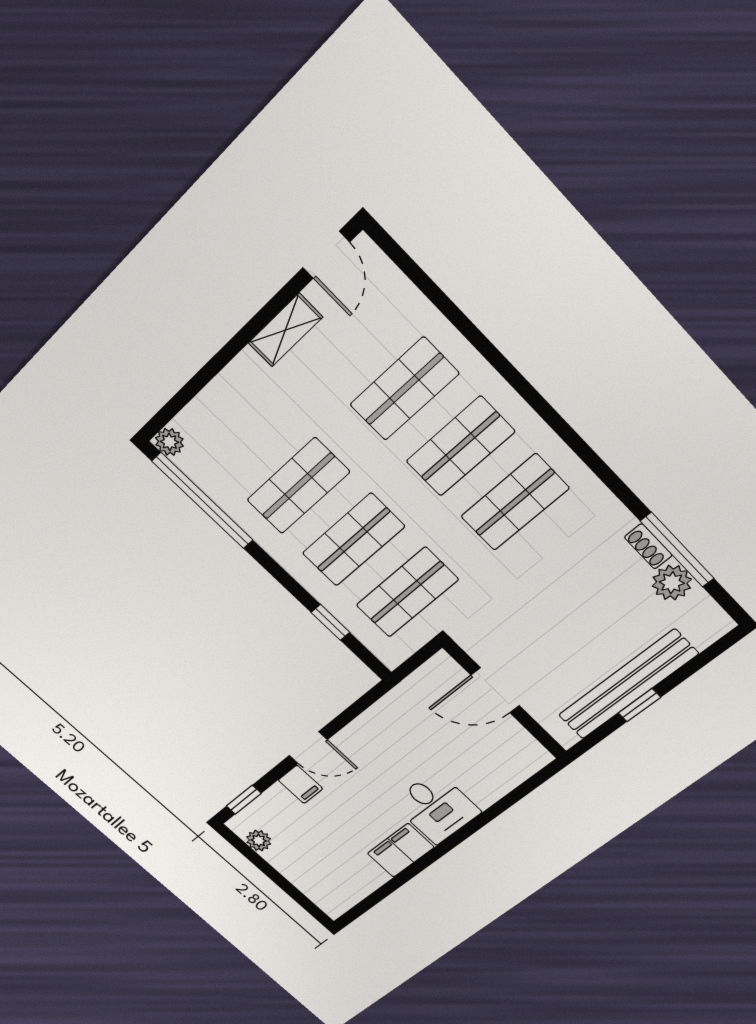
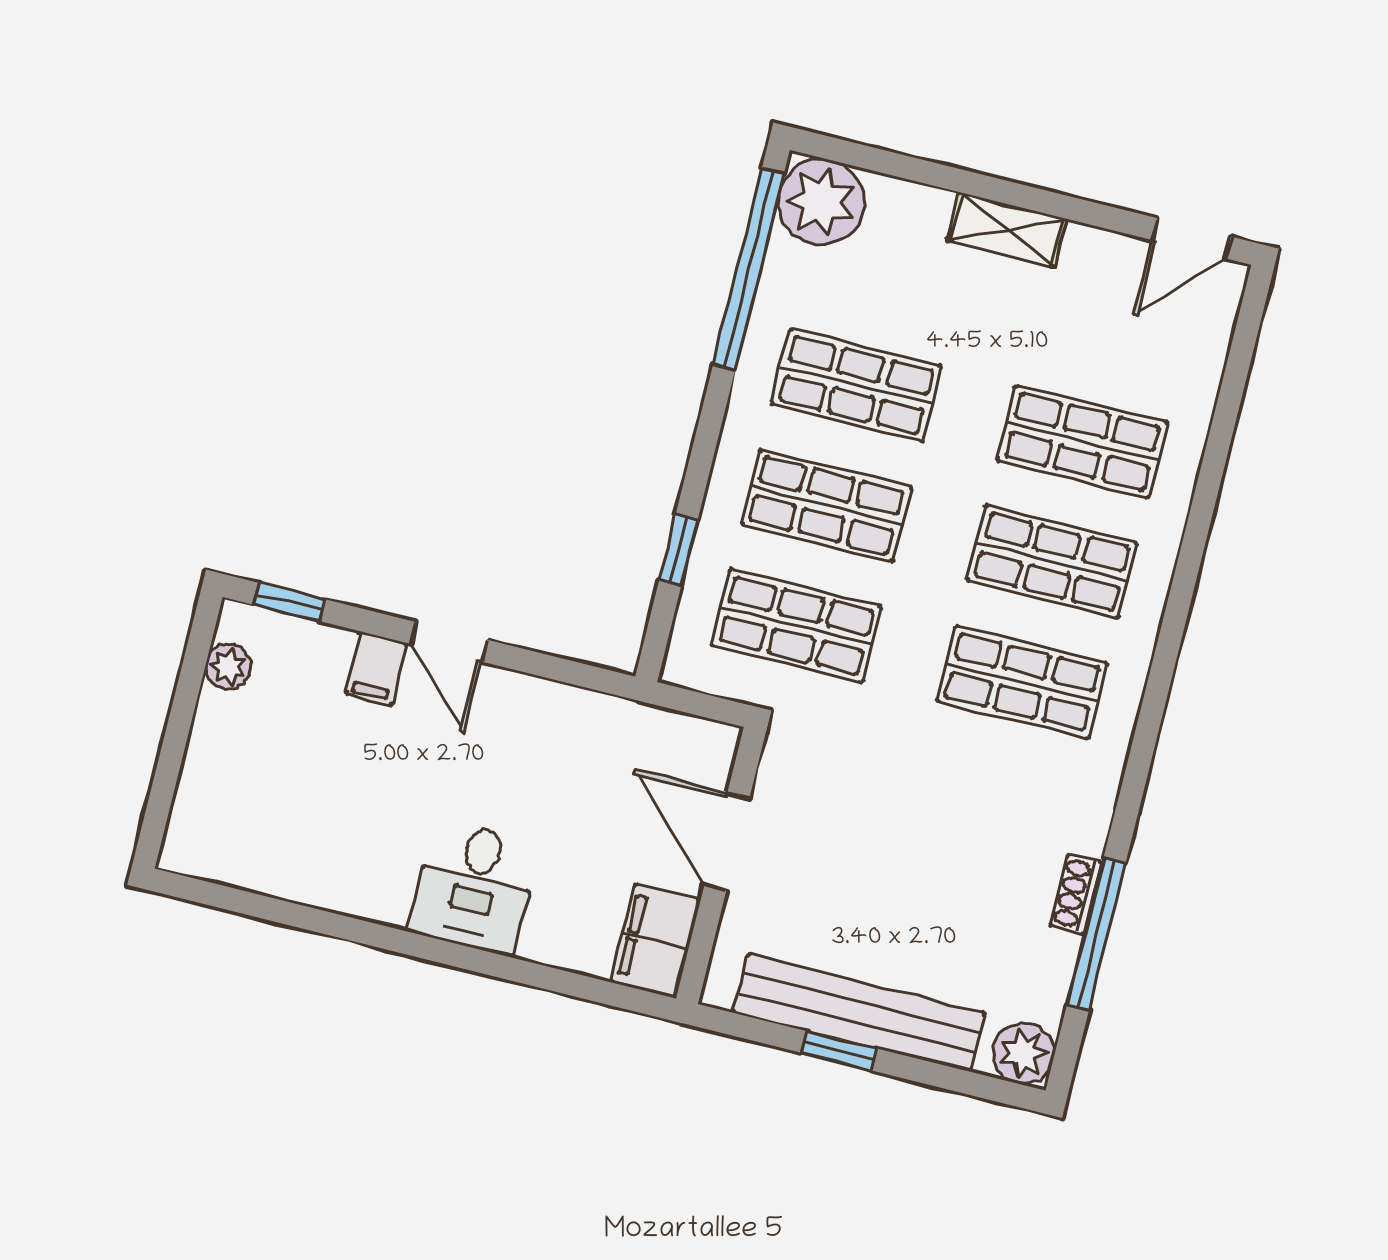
shelving: (285, 330) -> (1007, 230), moved
plant: (169, 442) -> (821, 202), width x1.88, depth x1.88
plant: (672, 583) -> (1023, 1053), moved
filing cabinet: (401, 850) -> (656, 941), moved, turned -90

